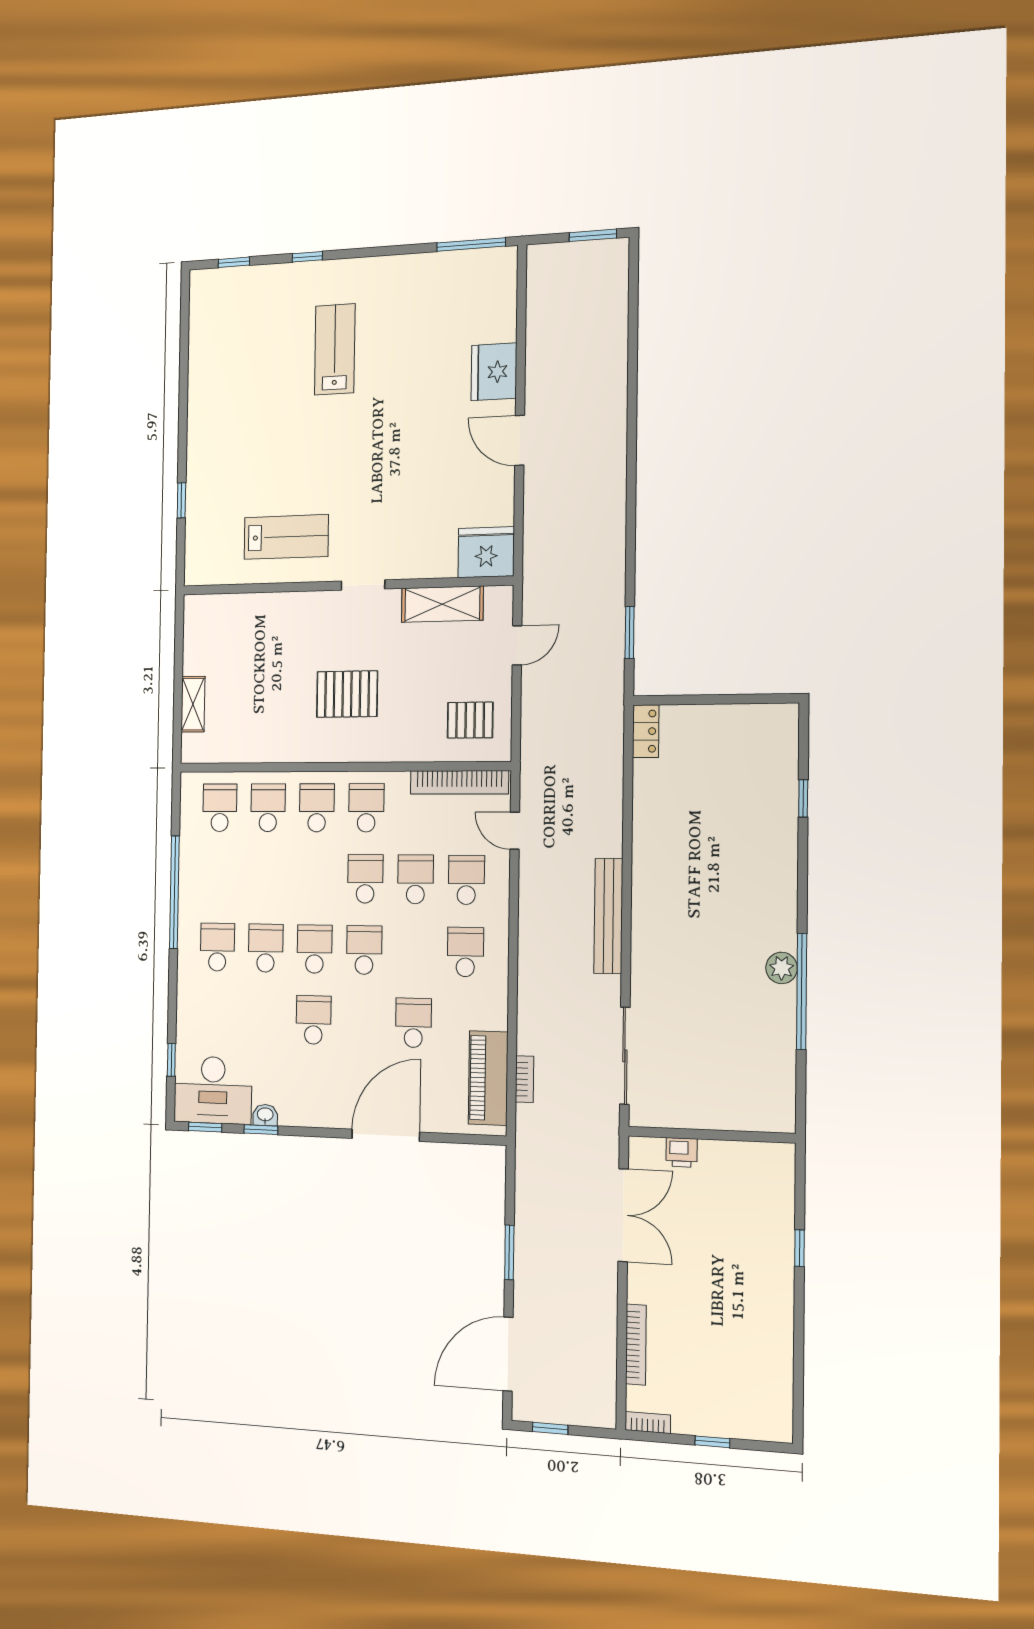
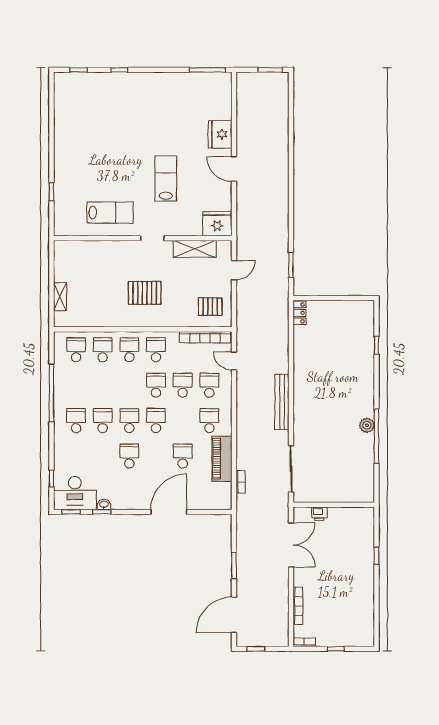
lab bench: (335, 349) -> (166, 178), moved
piano: (488, 1078) -> (222, 459), moved

